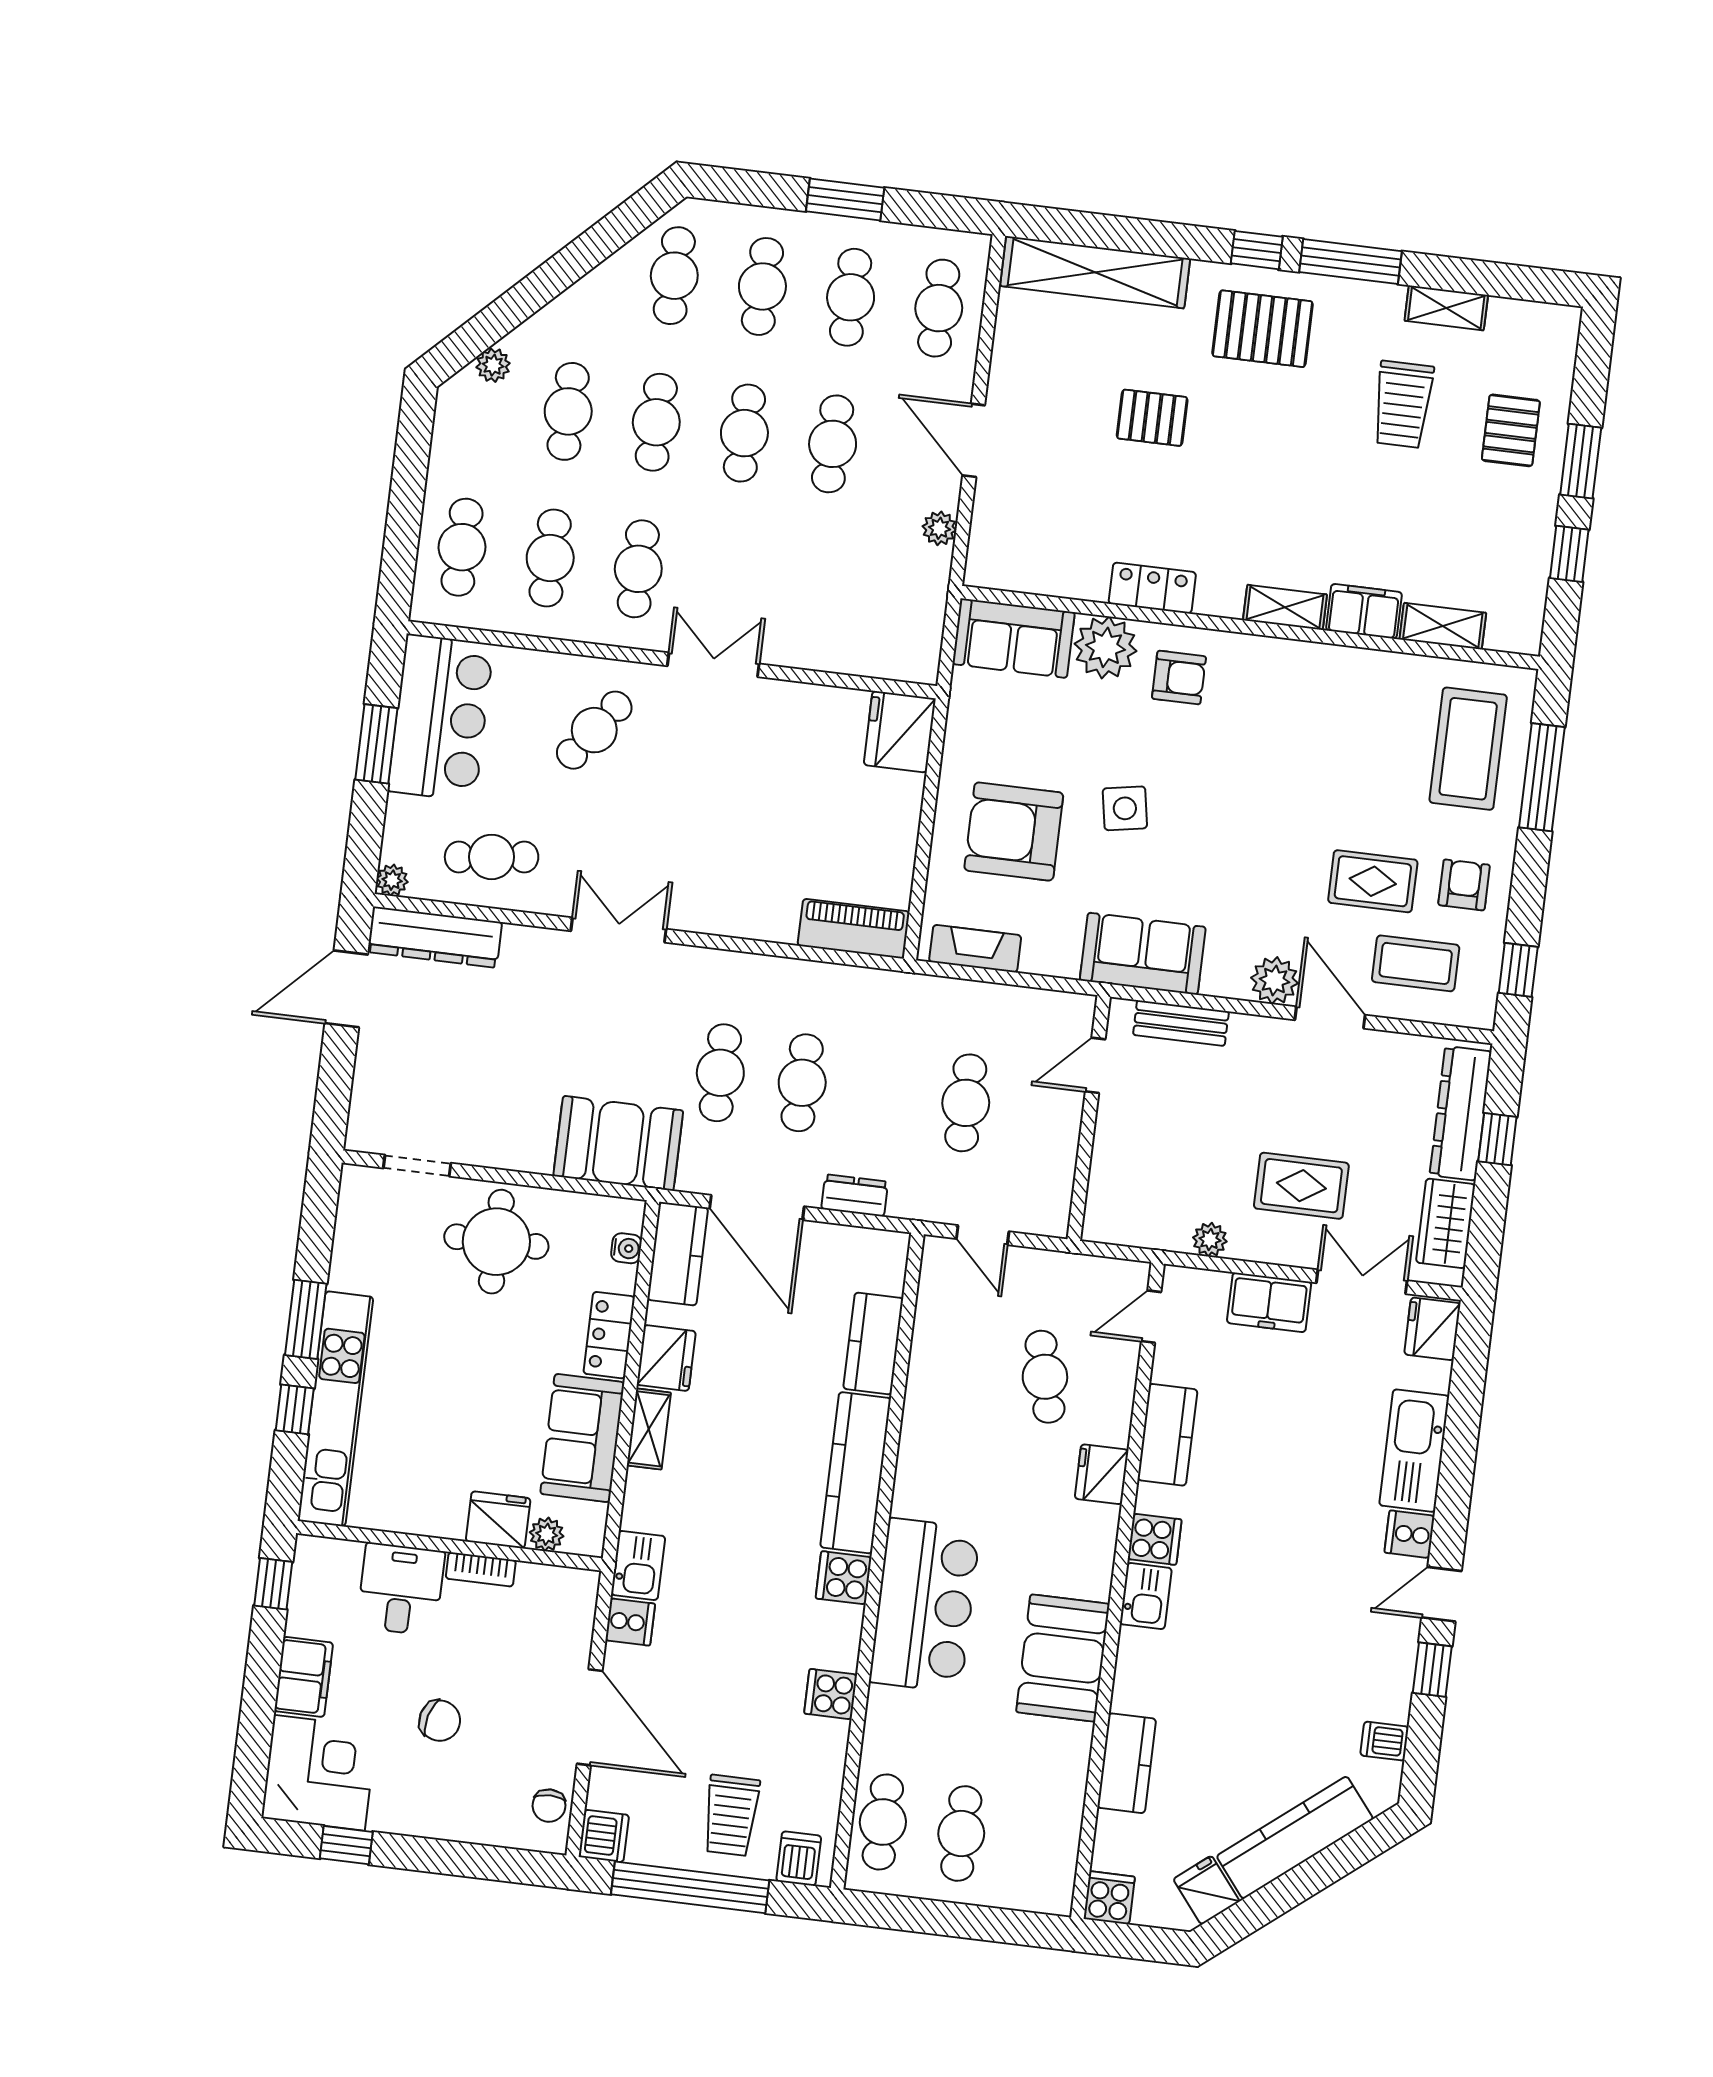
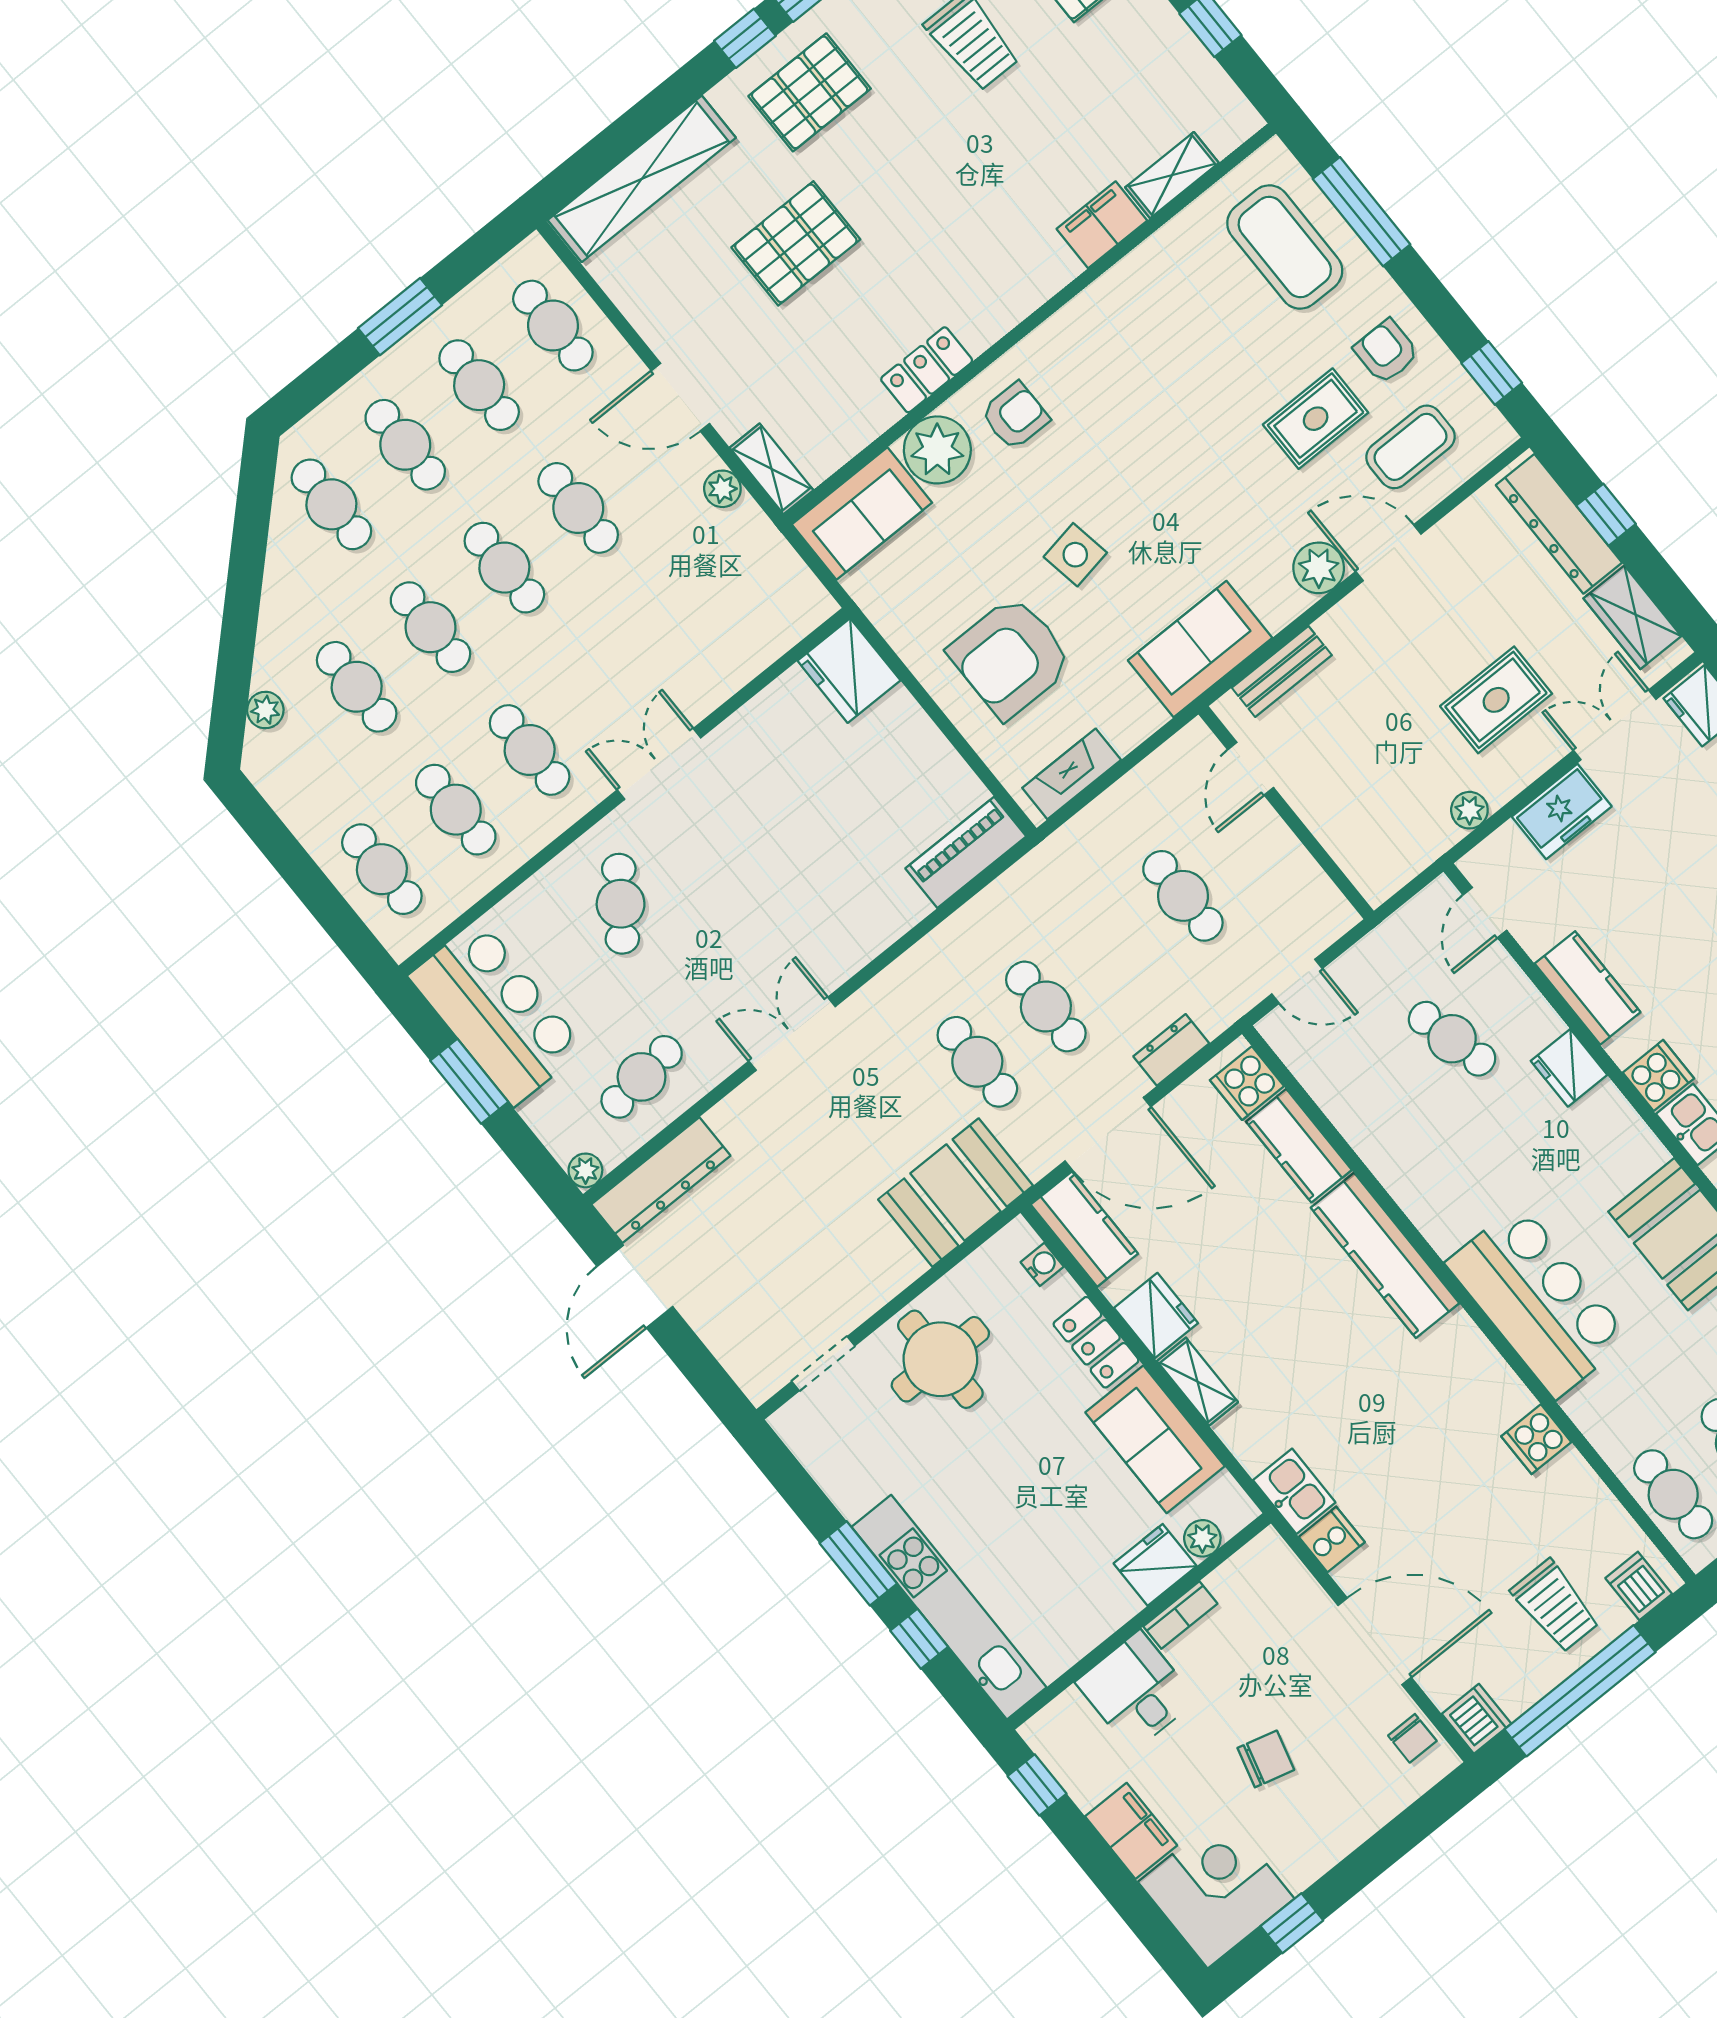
pallet: (1152, 418) -> (796, 243), width x1.50, depth x1.42
shelving: (1285, 607) -> (771, 469), moved, turned 90
cooker: (844, 1578) -> (1247, 1083), moved

